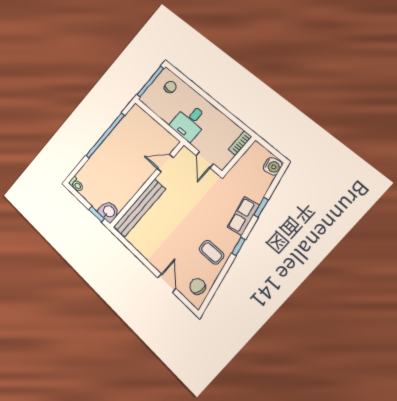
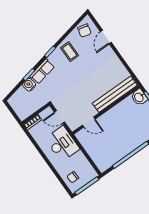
desk: (189, 122) -> (62, 144), width x1.37
door: (205, 160) -> (60, 117), swing flipped
water cooler: (273, 166) -> (29, 85), moved

